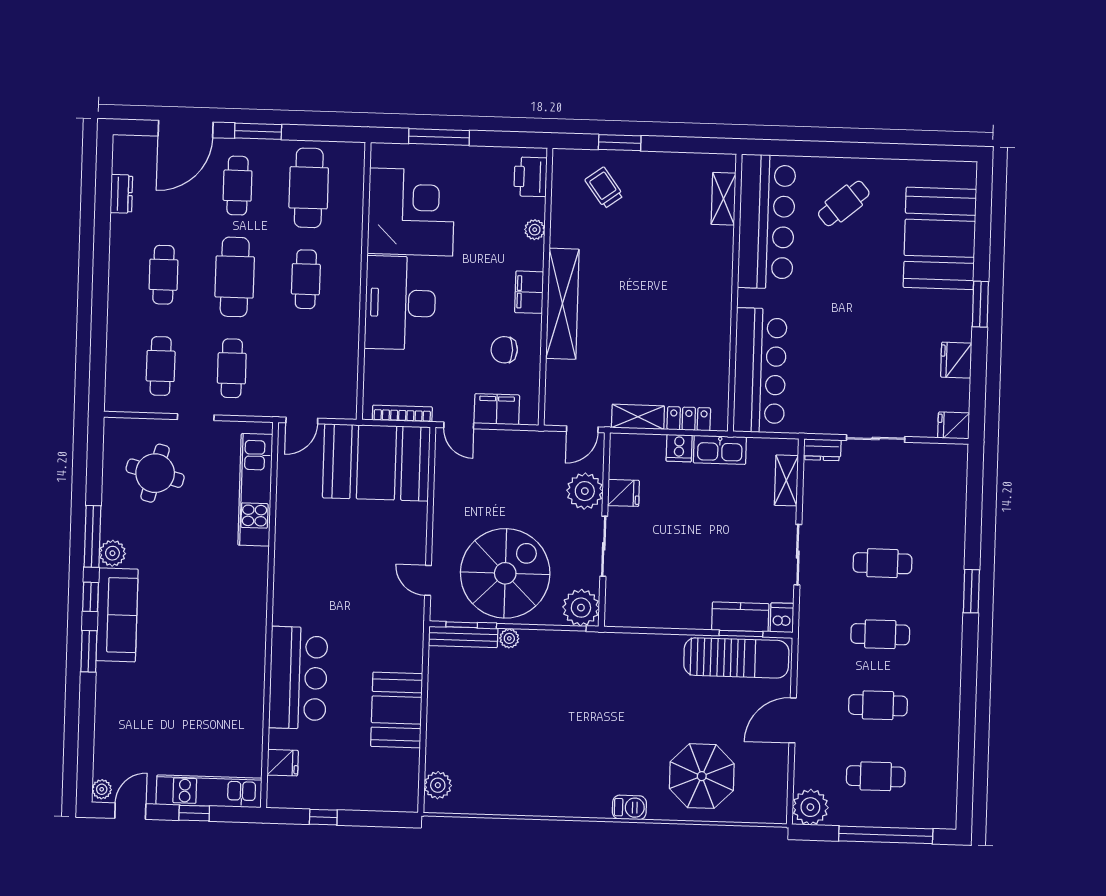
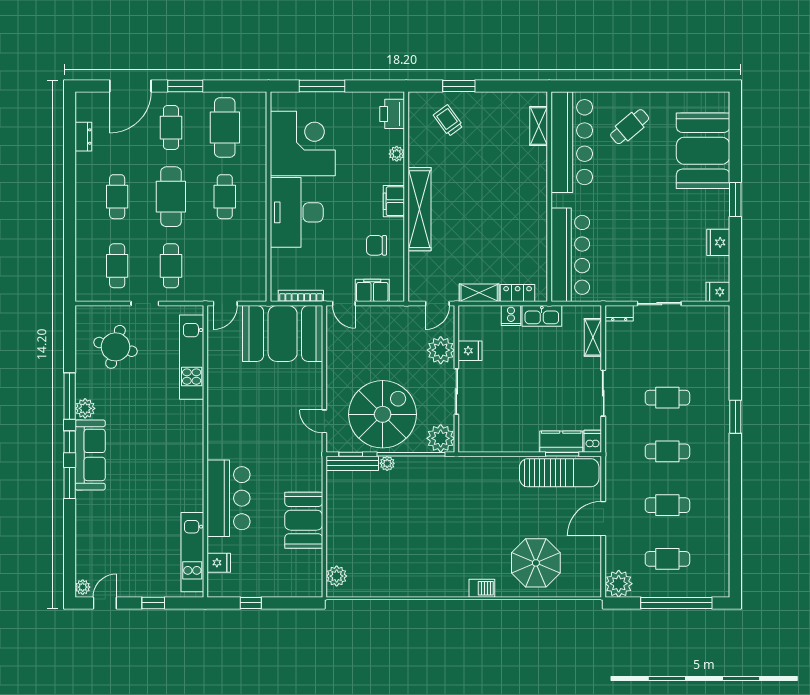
kitchen unit: (209, 791) -> (192, 552), moved, turned -90

